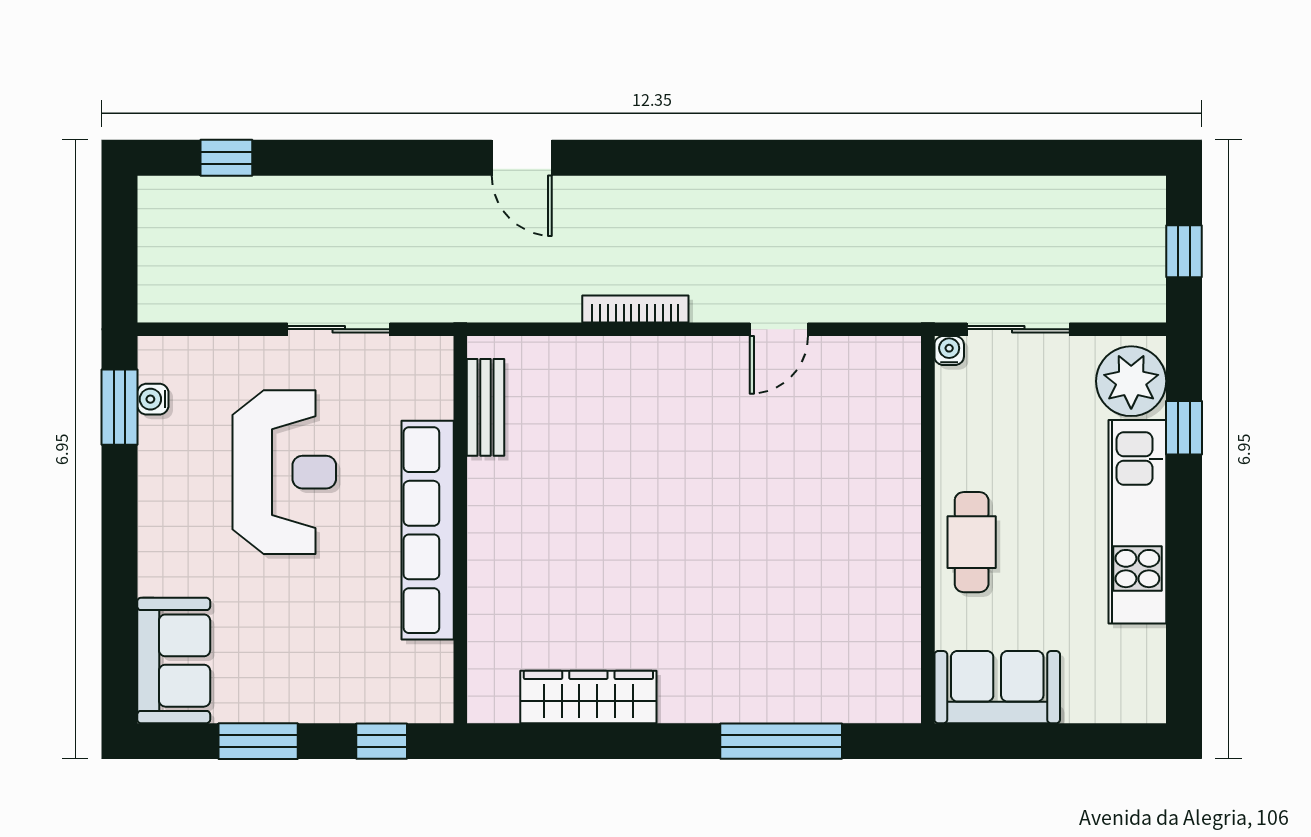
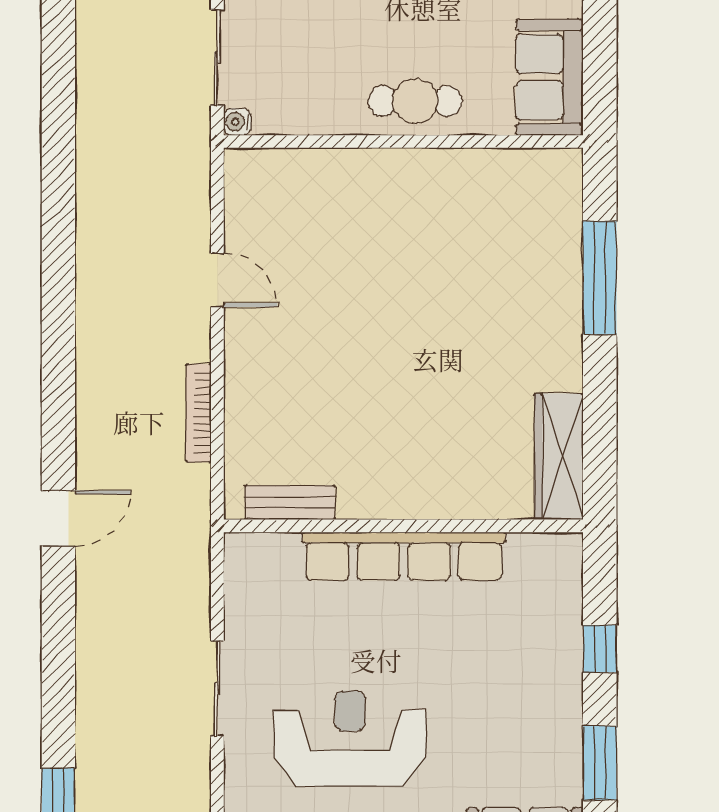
bench: (485, 407) -> (290, 503), moved
row of seats: (428, 530) -> (404, 556), moved
wall: (460, 530) -> (403, 526), moved

